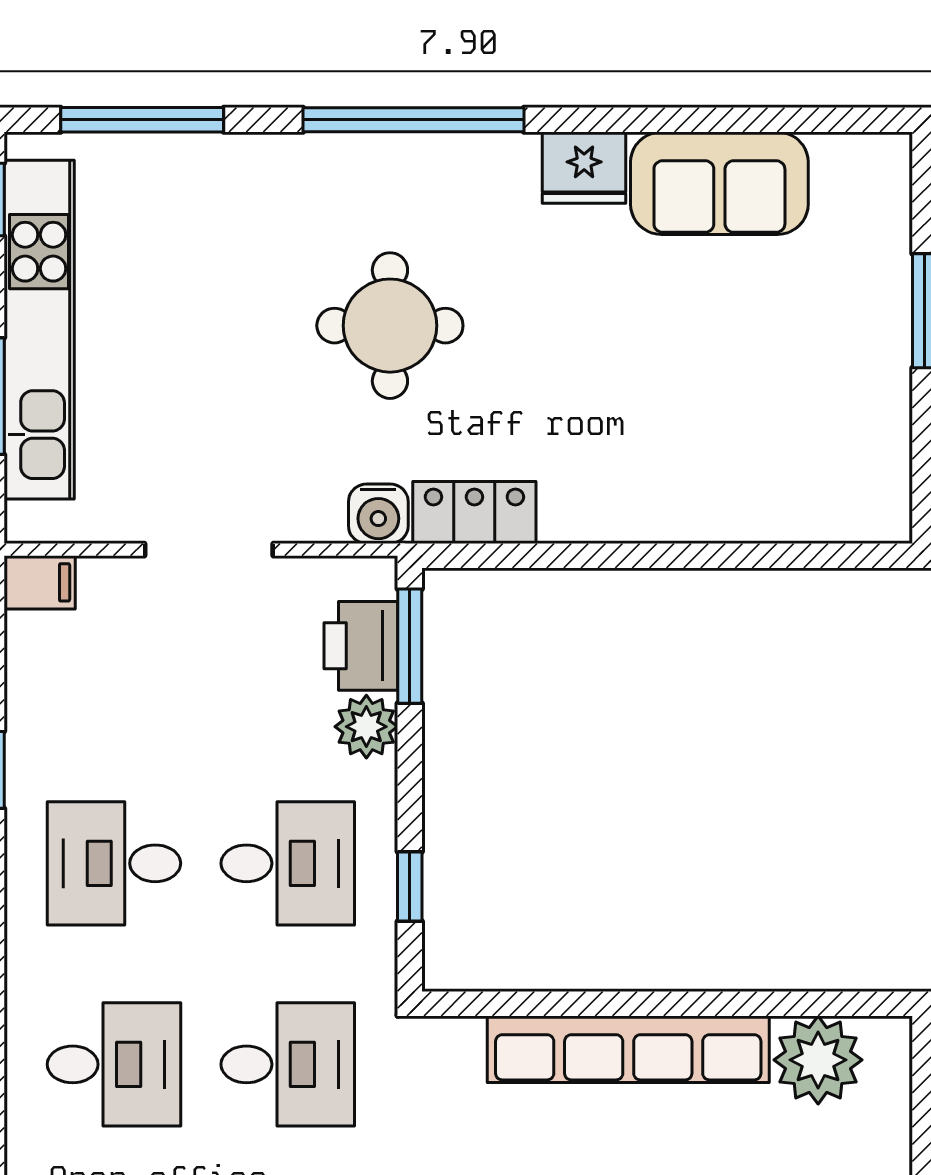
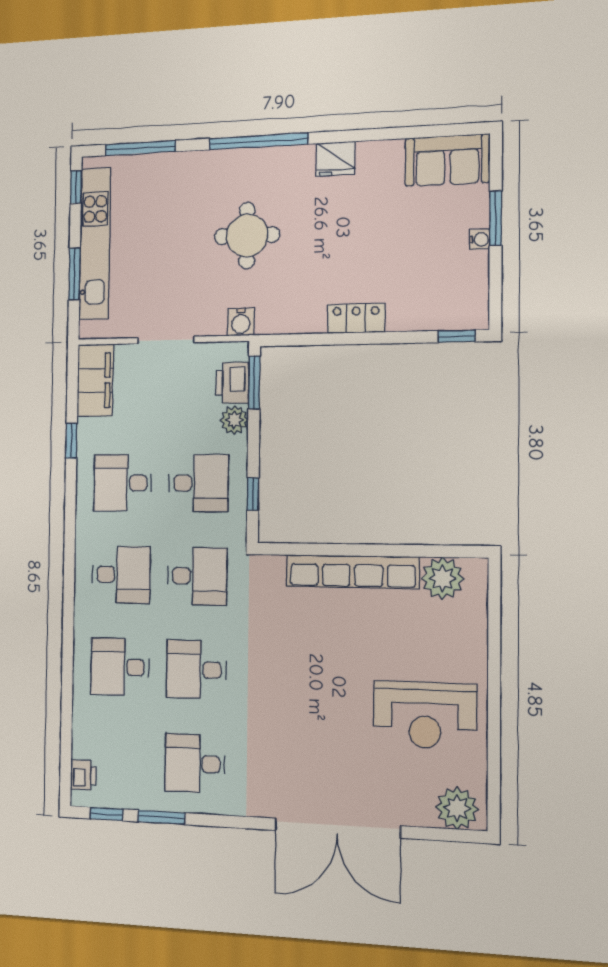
sofa: (719, 183) -> (447, 160), moved
water cooler: (891, 354) -> (480, 239), added
locker: (474, 513) -> (356, 318), moved
window: (844, 556) -> (456, 336), added
filing cabinet: (40, 582) -> (95, 380), width x3.00, depth x1.17

